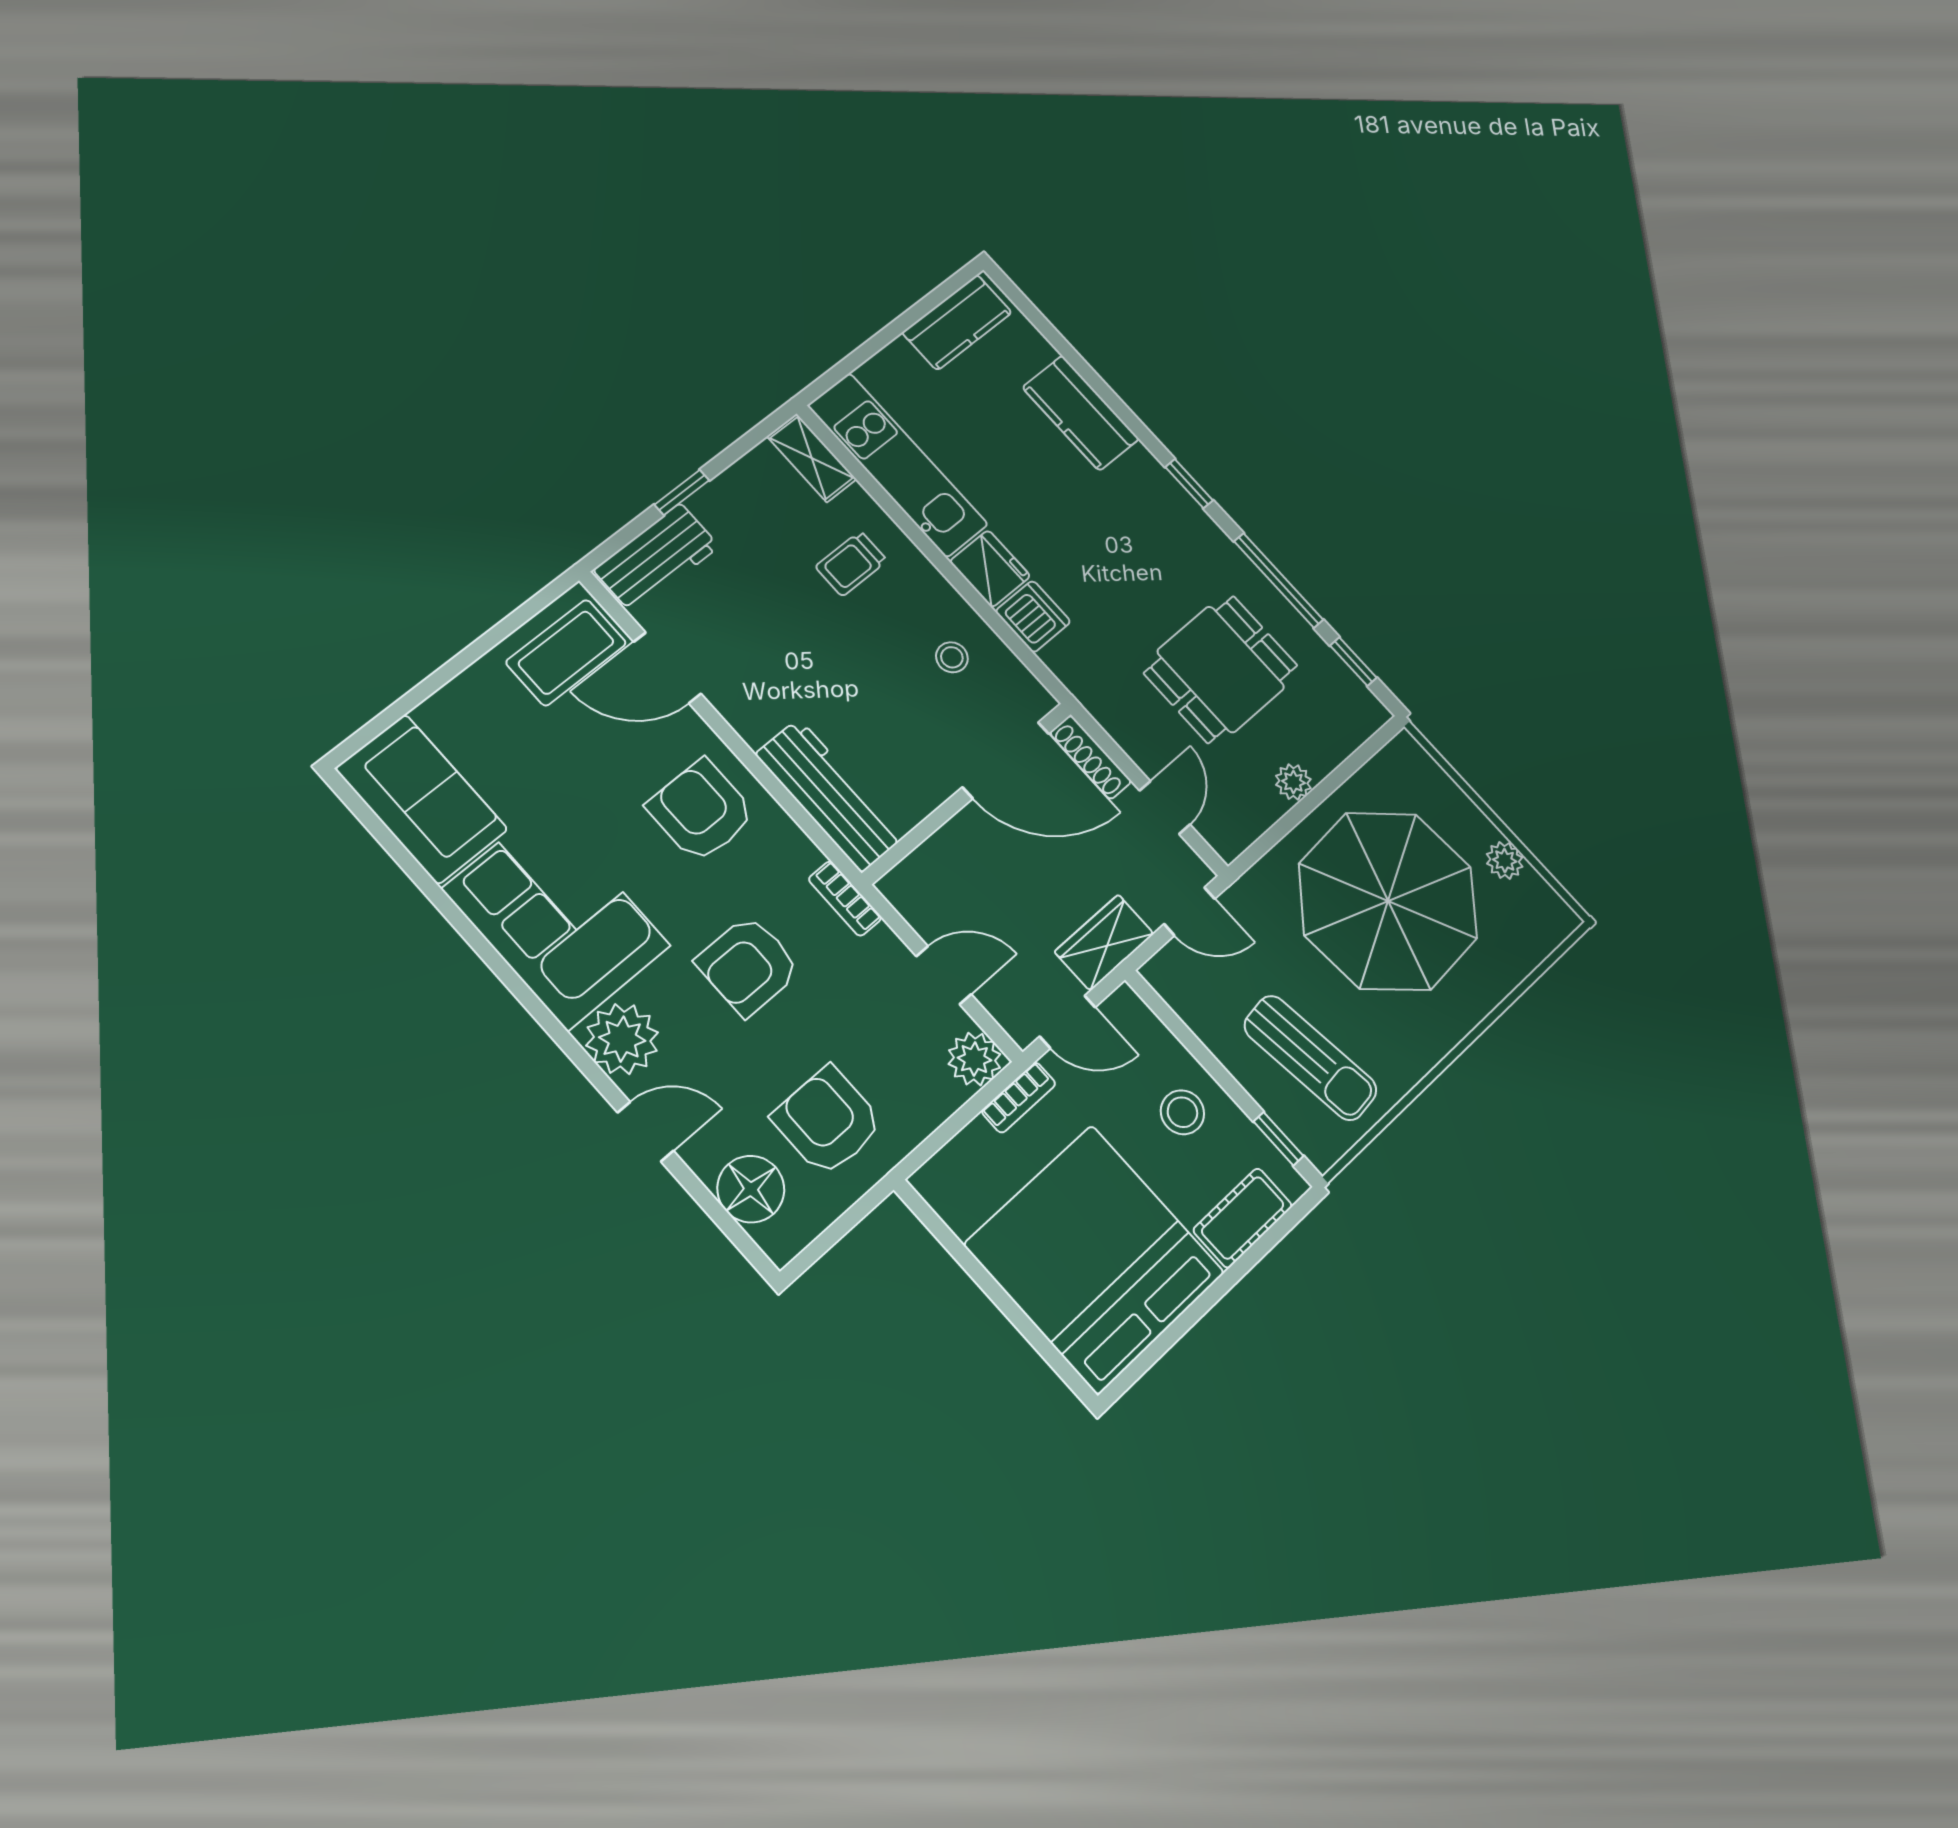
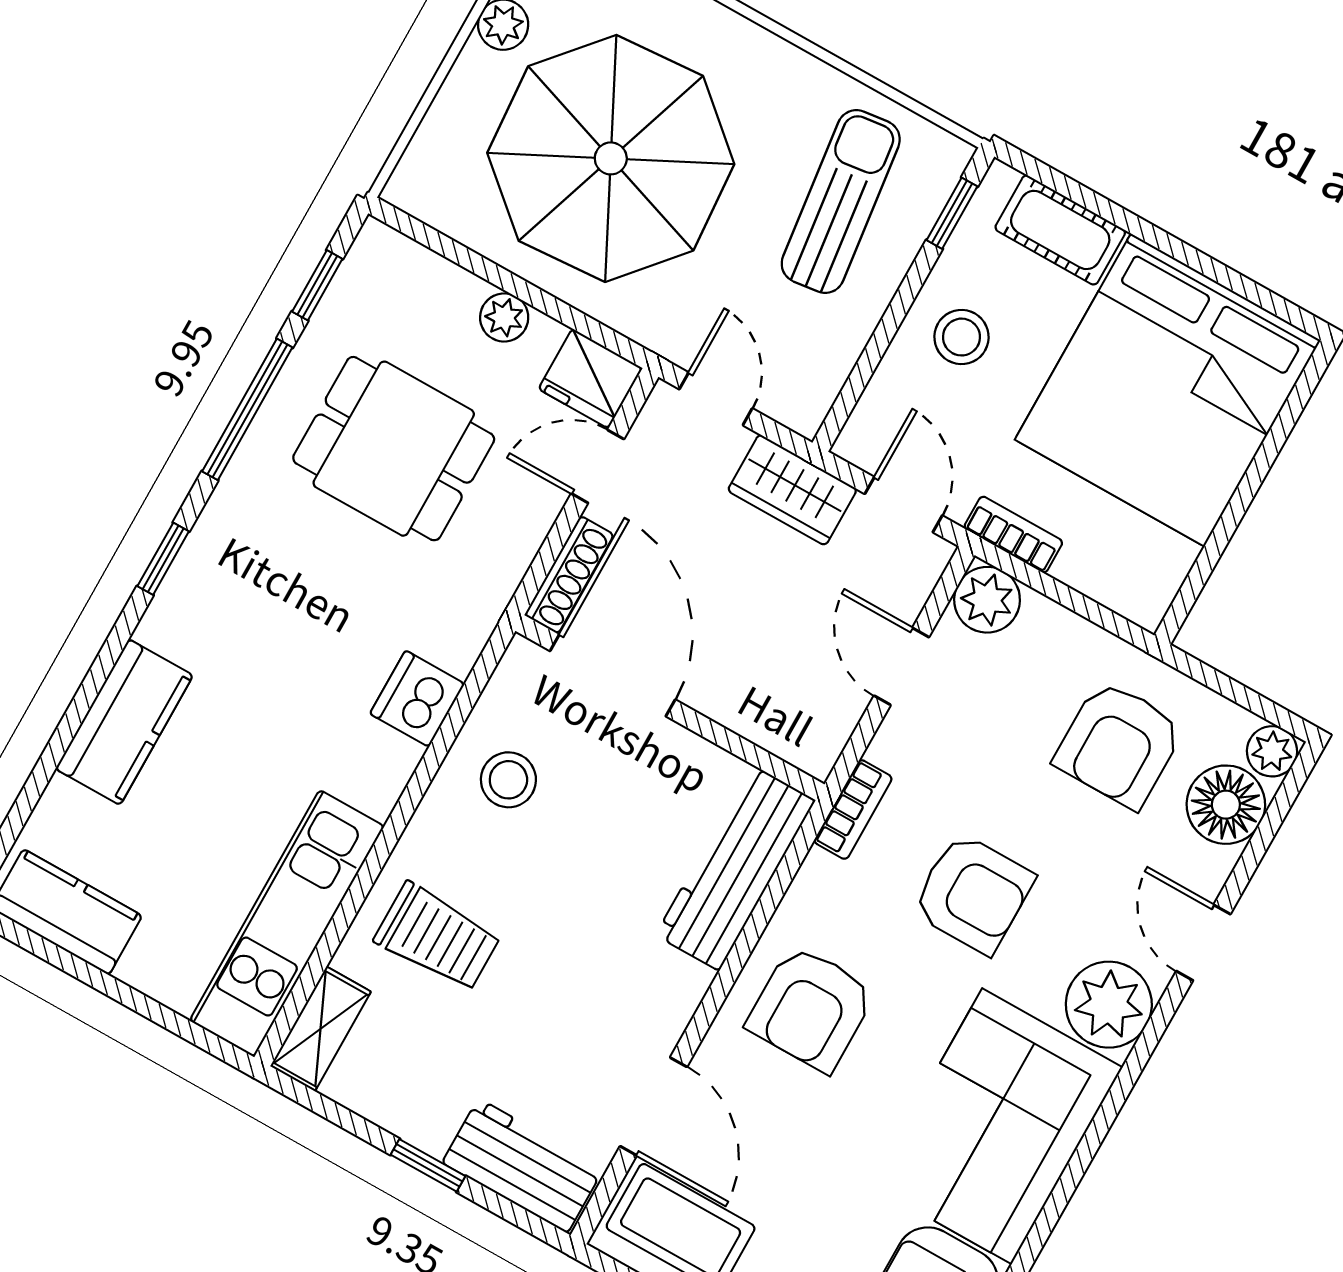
trolley: (851, 564) -> (437, 937), width x1.36, depth x1.39
fridge: (990, 569) -> (590, 378), moved, turned -90
stool: (952, 657) -> (508, 780), width x1.37, depth x1.37
plant: (781, 1241) -> (1272, 751), added

